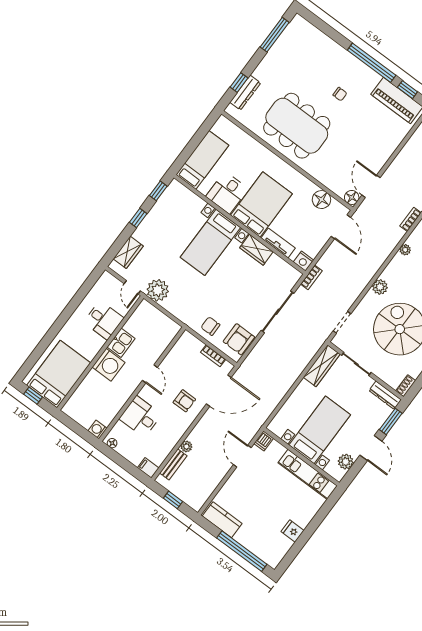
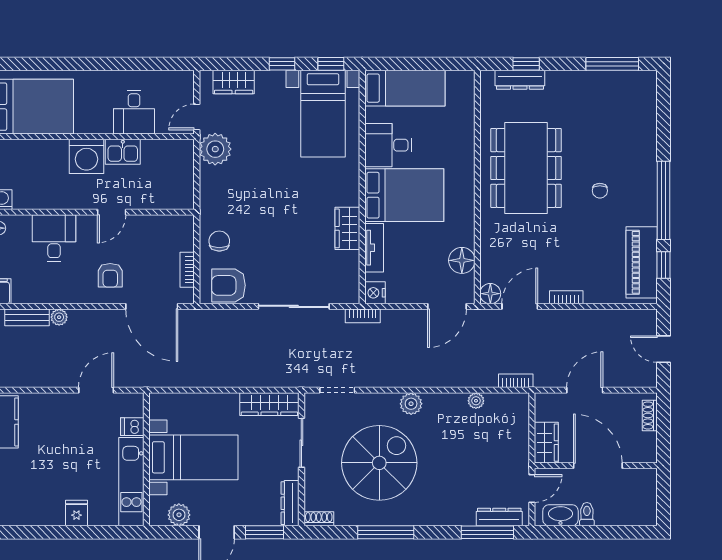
bookcase: (385, 157) -> (566, 297), added
bed with nightstands: (210, 242) -> (323, 114), moved, turned -90
dishwasher: (264, 441) -> (132, 427), moved
fridge: (292, 531) -> (76, 513), moved

